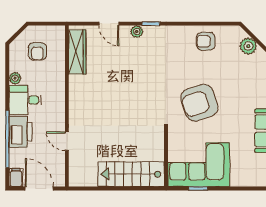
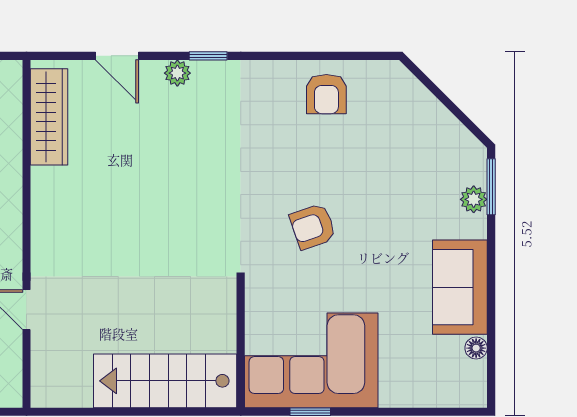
armchair: (206, 41) -> (326, 94), turned -90
plant: (248, 46) -> (418, 104), removed
armchair: (199, 103) -> (313, 226), width x0.53, depth x0.53

